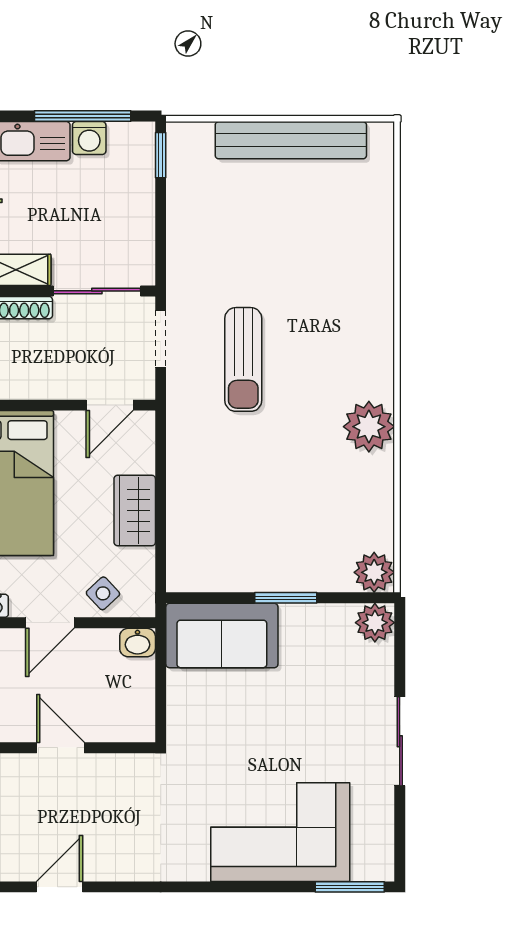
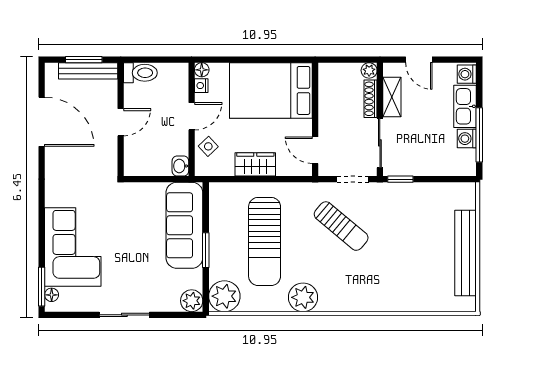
window: (161, 155) -> (400, 179), moved
sun lounger: (243, 359) -> (341, 226), turned -140
sun lounger: (270, 494) -> (265, 241), added
plant: (374, 572) -> (224, 296), width x1.36, depth x1.36
door: (50, 623) -> (192, 116), swing flipped
sofa: (222, 636) -> (184, 225), width x1.36
floor lamp: (364, 870) -> (52, 295), added
door: (60, 887) -> (42, 122), width x1.88

